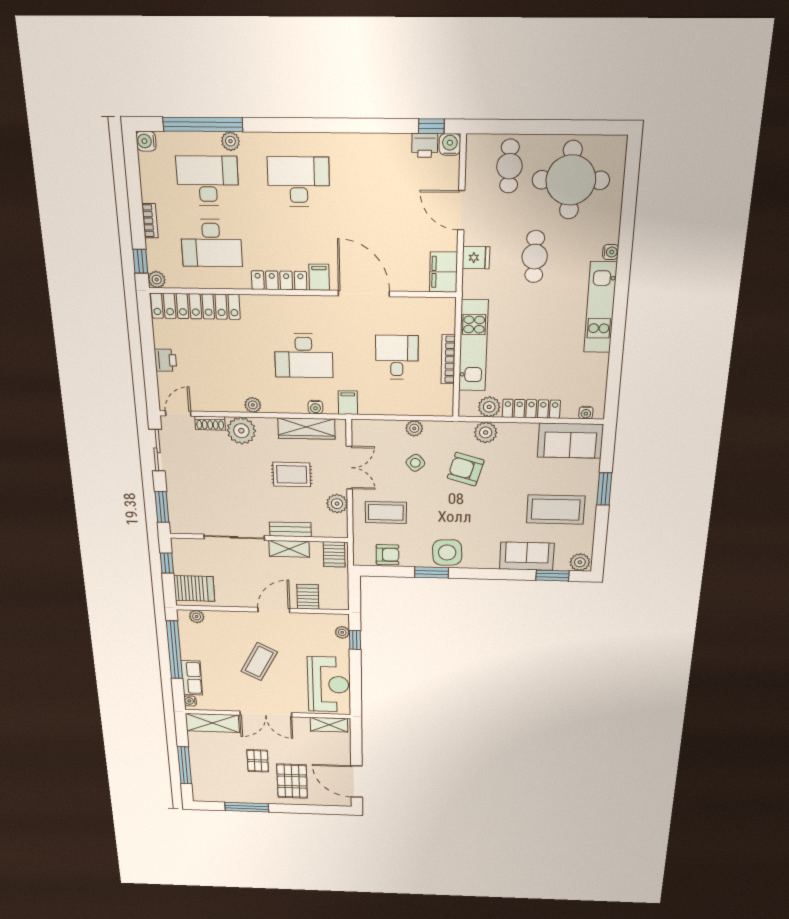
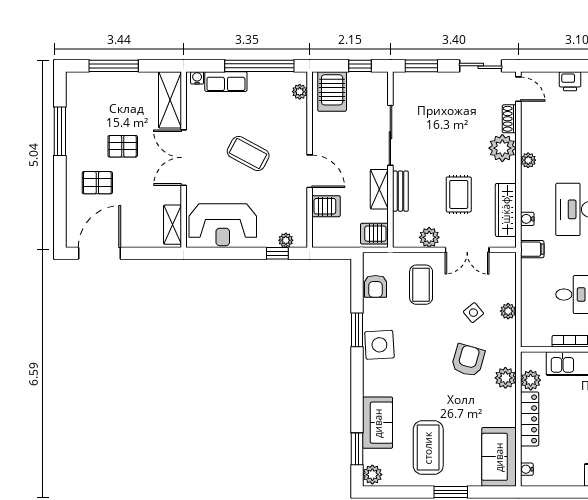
pallet: (292, 781) -> (97, 183), width x0.67, depth x0.71

